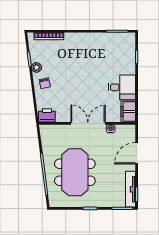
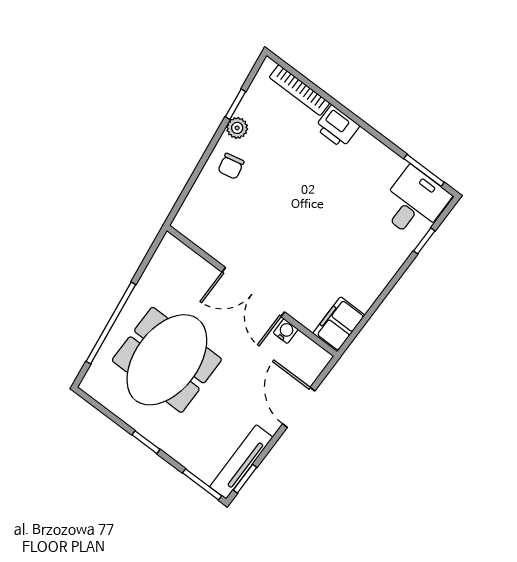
desk: (122, 87) -> (414, 203), moved, turned -90
printer: (47, 115) -> (337, 127), moved, turned 180
double door: (88, 123) -> (253, 292), swing flipped
door: (137, 153) -> (299, 407), hinge flipped

